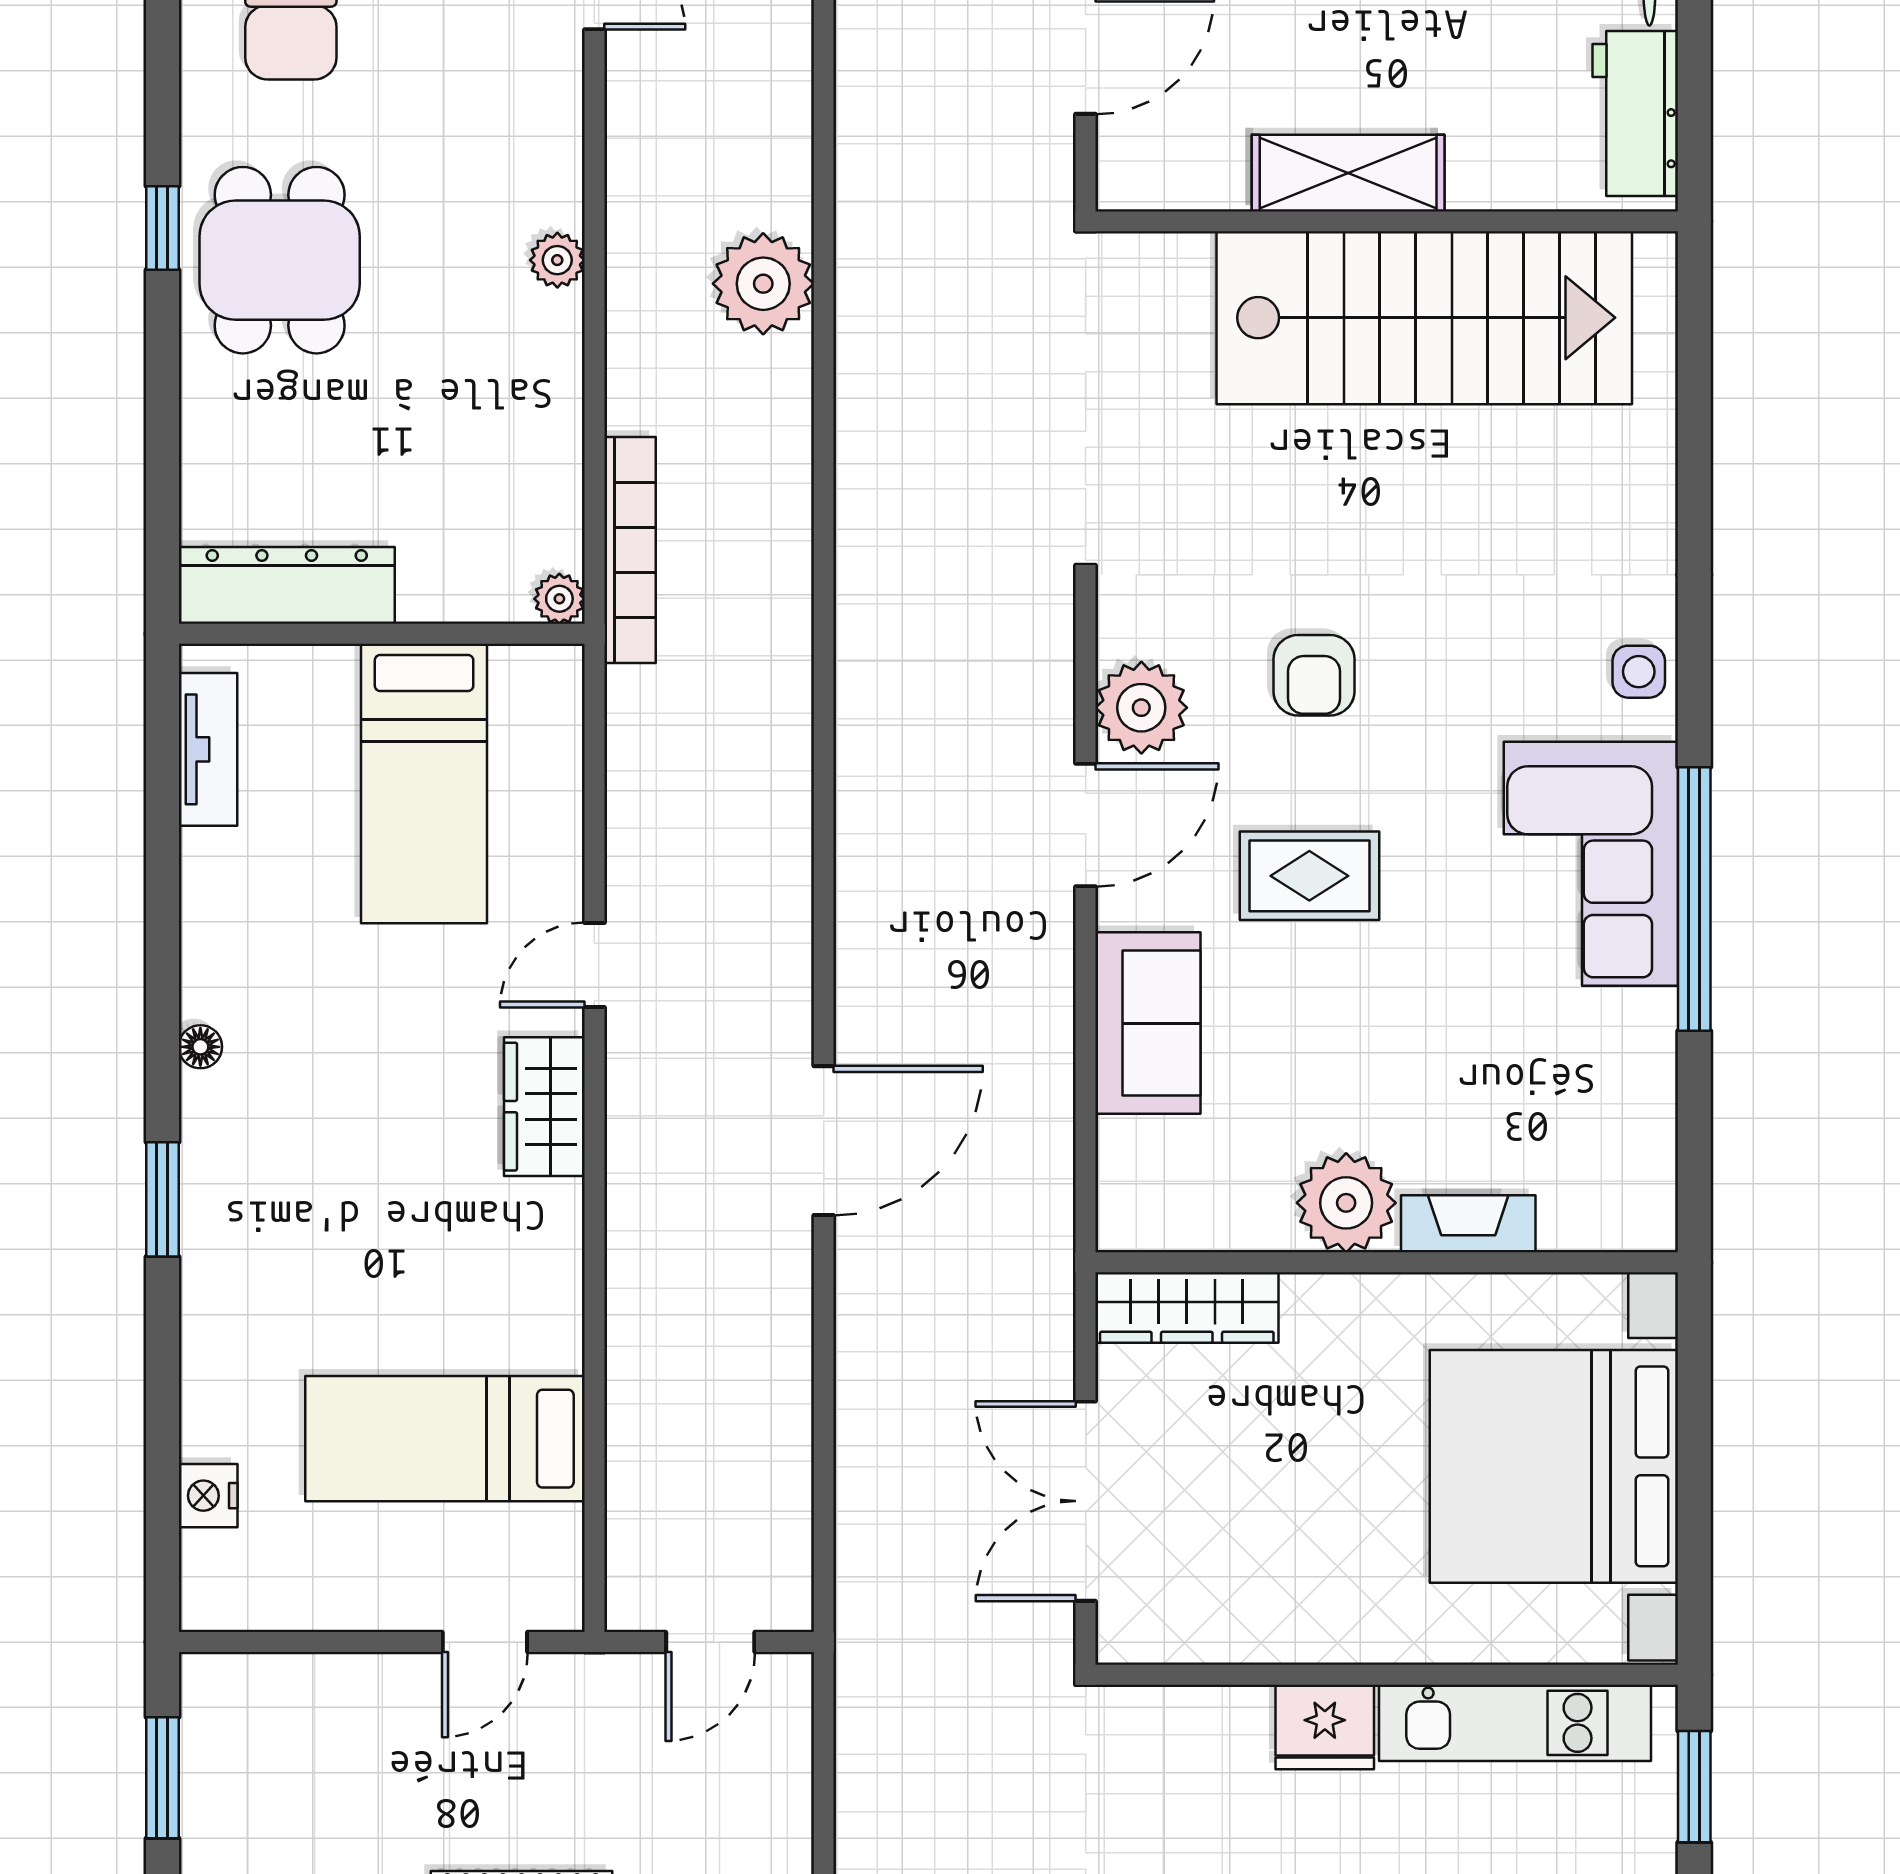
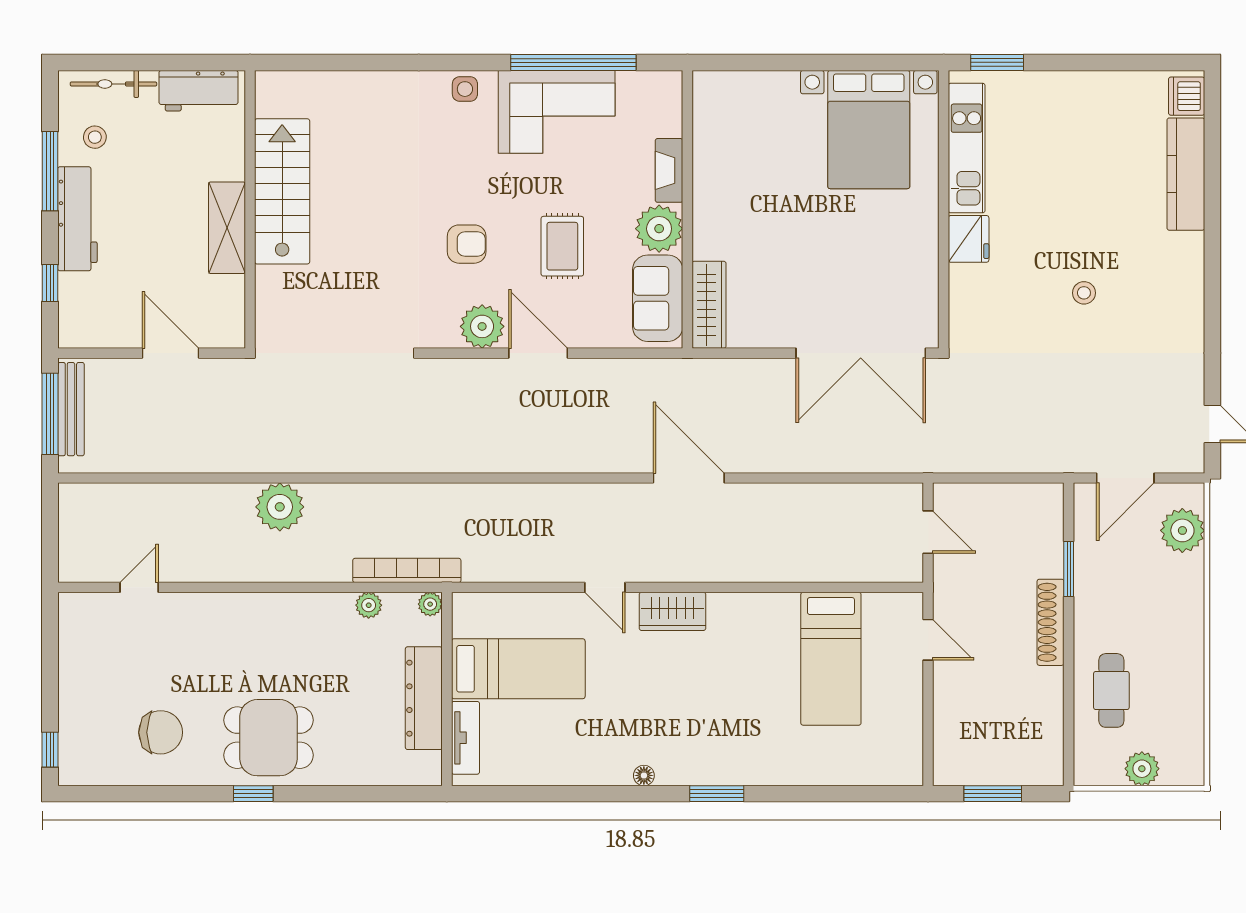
plant: (557, 260) -> (369, 605), moved
stairs: (1424, 318) -> (282, 191), width x0.73, depth x0.66
dresser: (287, 585) -> (424, 698), moved
tv unit: (208, 749) -> (465, 738), moved, turned 90
sofa: (1148, 1023) -> (658, 298), moved, turned -90
plant: (1346, 1203) -> (659, 229), moved
fireplace: (1468, 1224) -> (669, 170), moved
wall: (1387, 1262) -> (687, 209), moved
wardrobe: (1187, 1308) -> (709, 305), moved
bed with nightstands: (1554, 1466) -> (869, 130), width x0.73
nightstand: (208, 1496) -> (858, 772), removed
double door: (1086, 1501) -> (861, 353), width x1.36

